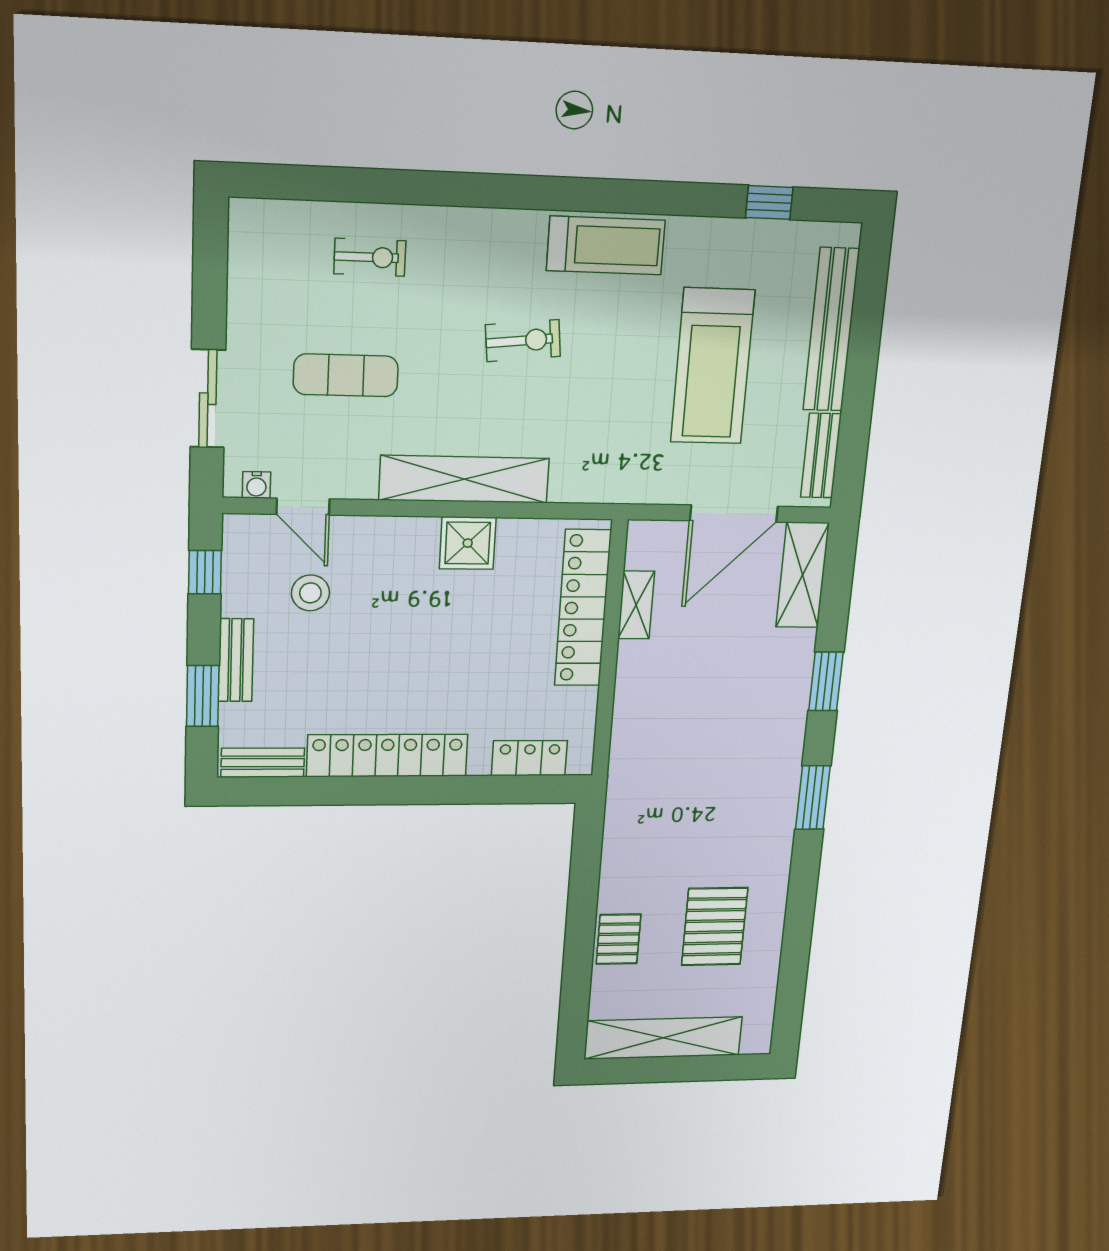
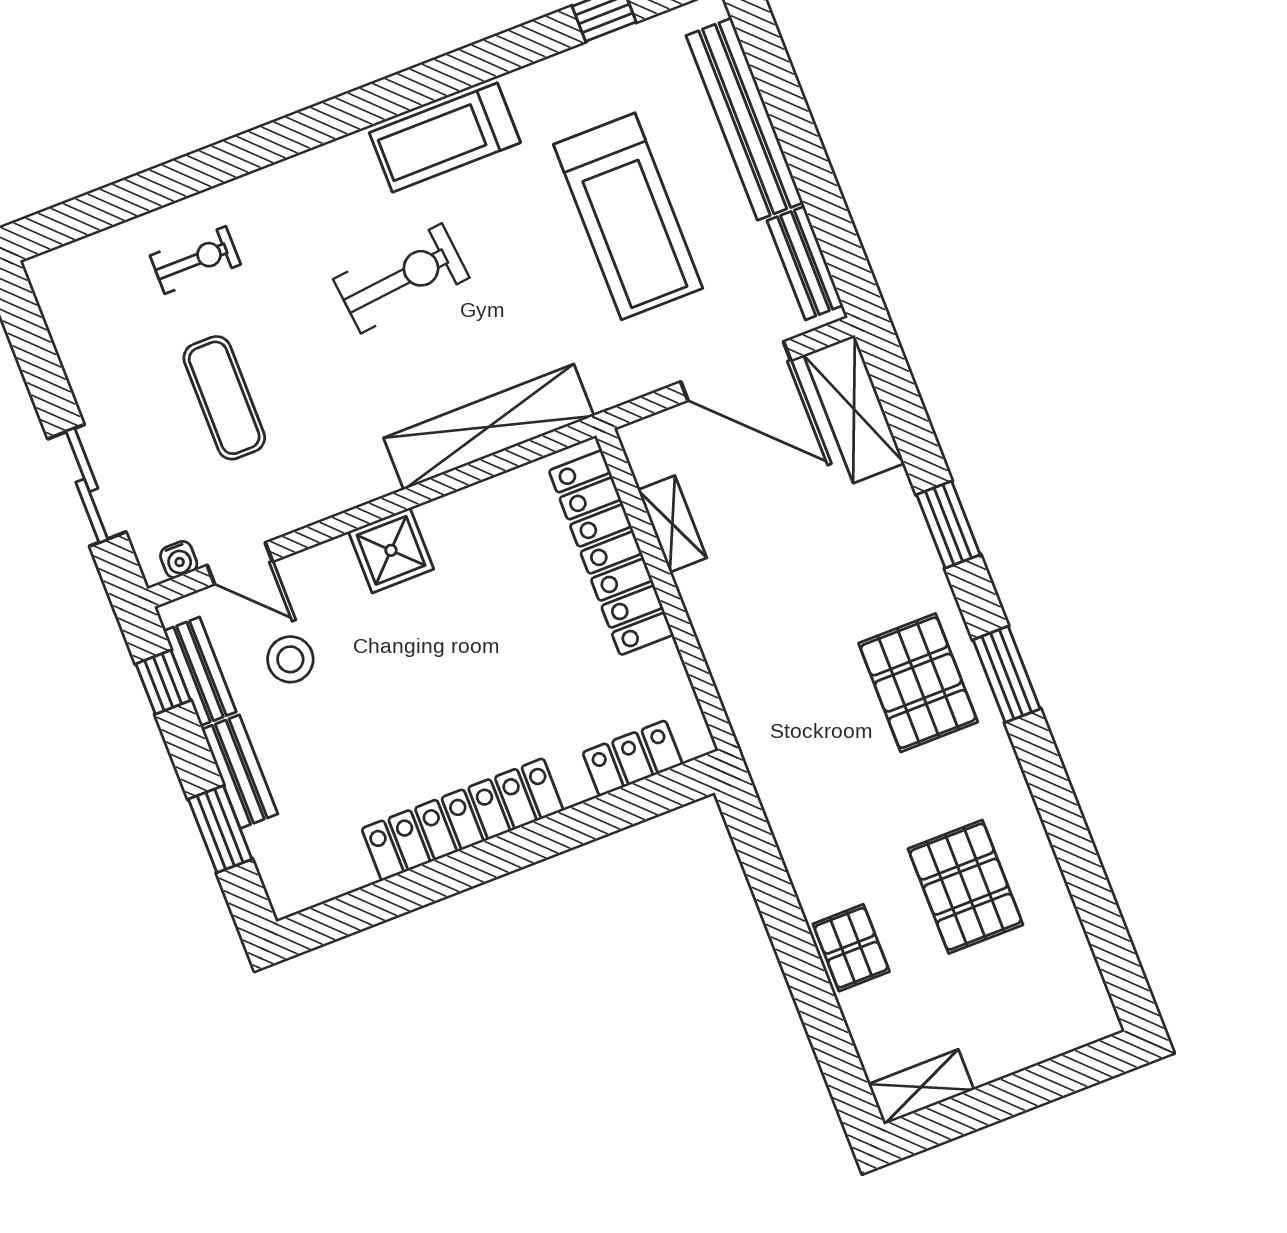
treadmill: (606, 245) -> (445, 138), turned 180
exercise bike: (523, 341) -> (401, 278), width x1.38, depth x1.39
exercise mat: (346, 375) -> (224, 398), turned 90
shelving: (464, 479) -> (489, 427), moved
door: (734, 514) -> (736, 371), hinge flipped
shower: (468, 543) -> (391, 550), moved
bench: (263, 763) -> (200, 671), moved, turned 90
pallet: (751, 781) -> (918, 683), added
shelving: (663, 1038) -> (921, 1087), width x0.45, depth x0.75

